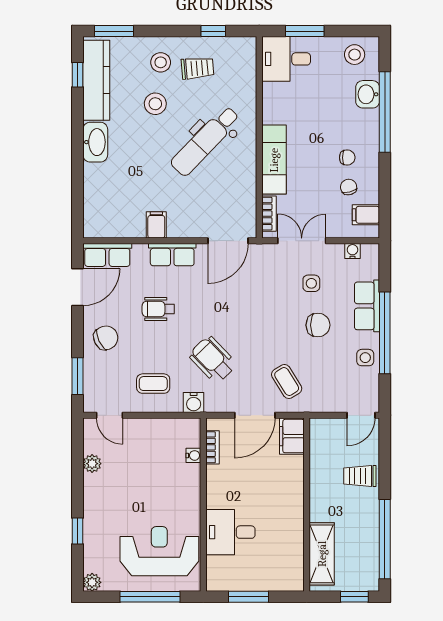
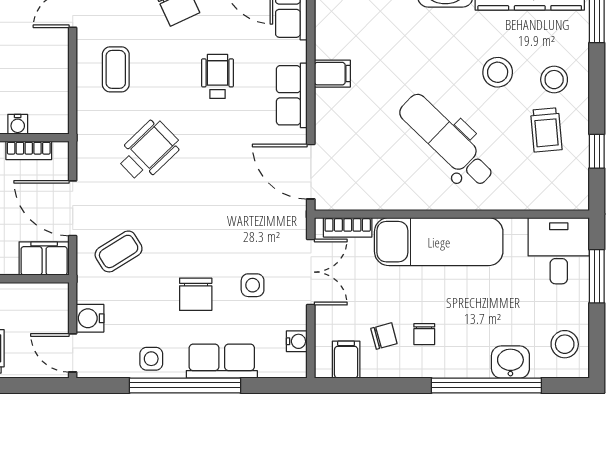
exam couch: (274, 160) -> (439, 242), width x1.36, depth x1.45
water cooler: (194, 402) -> (90, 318), moved

